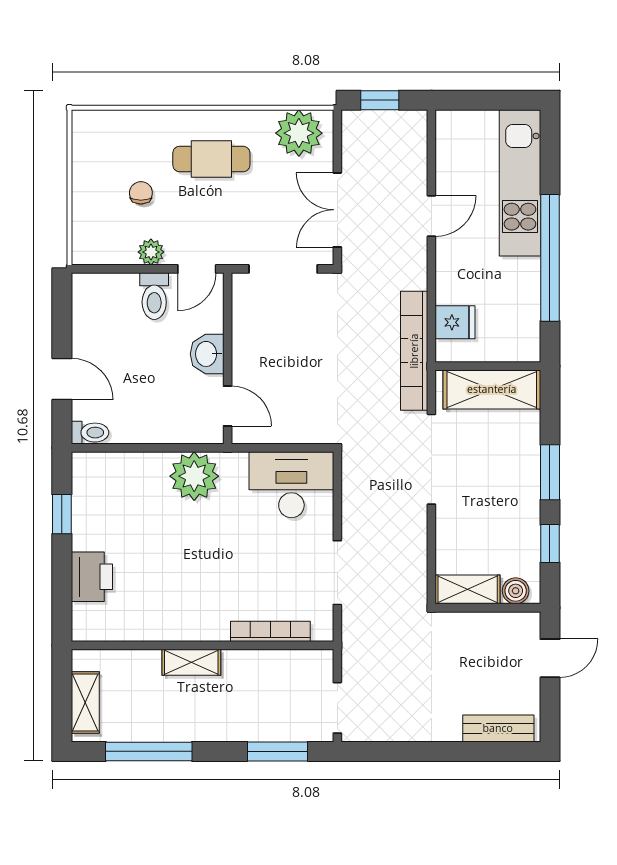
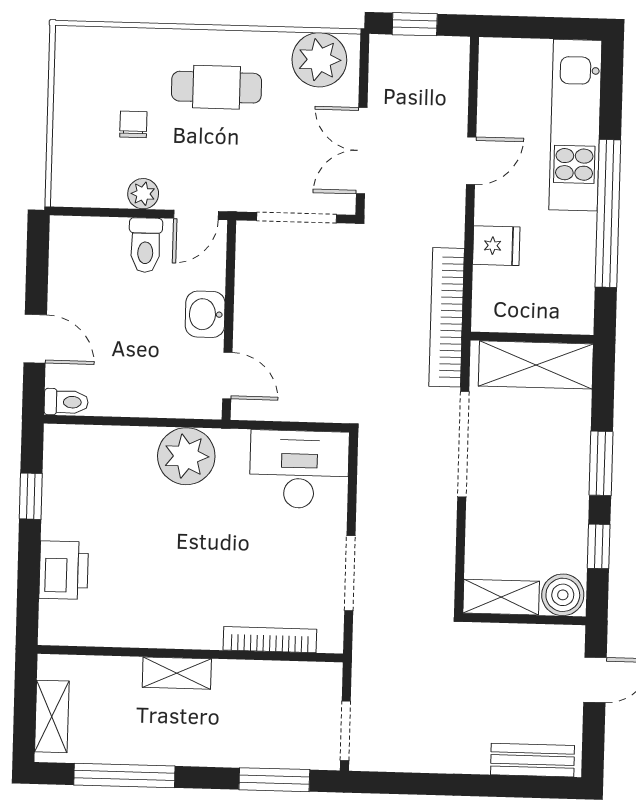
fridge: (455, 322) -> (496, 246), moved
boiler: (516, 591) -> (563, 595), width x1.36, depth x1.36

